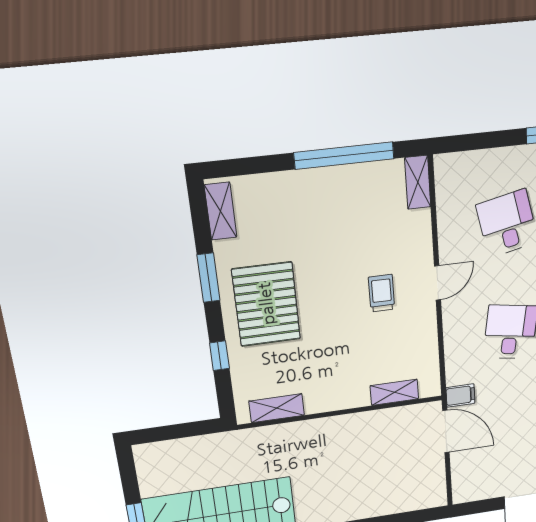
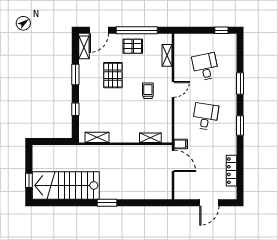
door: (252, 165) -> (99, 30), added
shelving: (418, 182) -> (167, 55), moved
pallet: (338, 195) -> (133, 46), added
pallet: (266, 304) -> (113, 75), moved, width x0.73, depth x0.71

